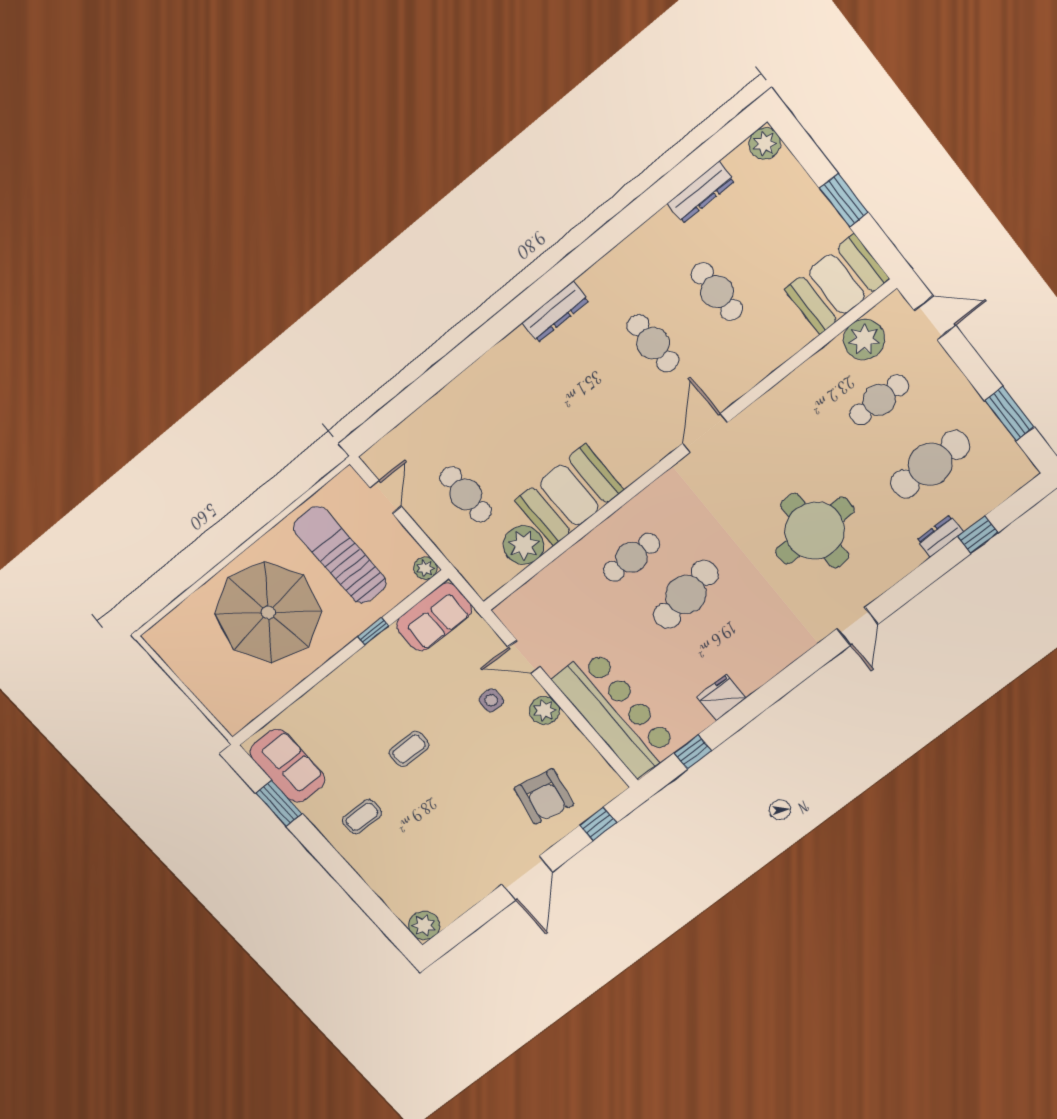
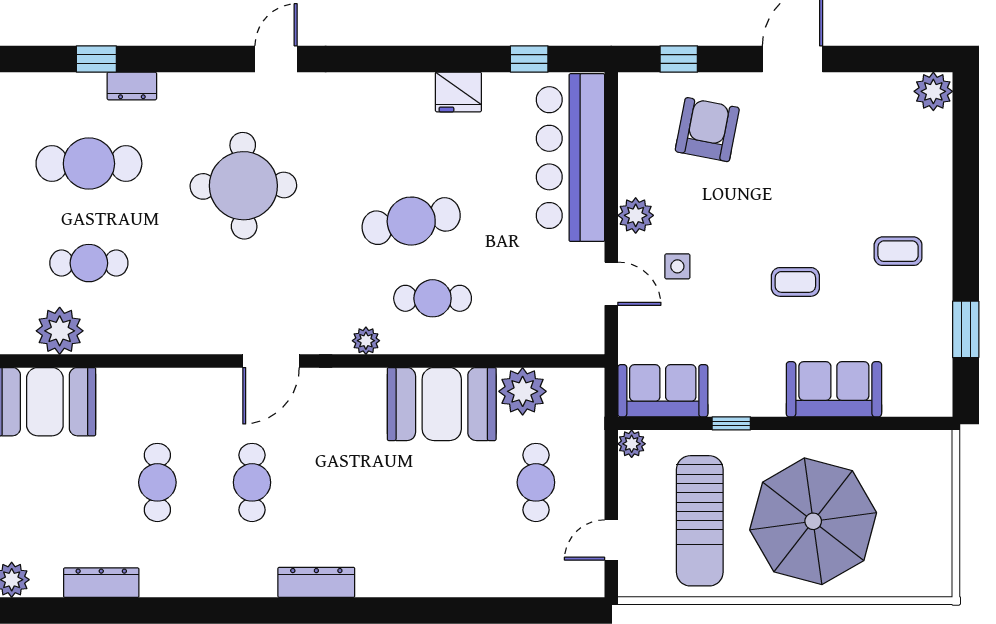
plant: (653, 496) -> (366, 341), added
sofa: (287, 766) -> (834, 389), moved, turned 90

